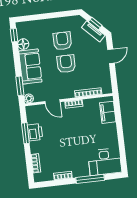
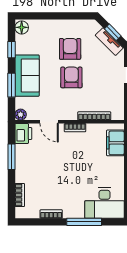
window: (14, 35) -> (12, 50), moved
floor lamp: (23, 44) -> (22, 27), moved
window: (20, 86) -> (12, 85), moved
printer: (35, 132) -> (23, 133), moved

